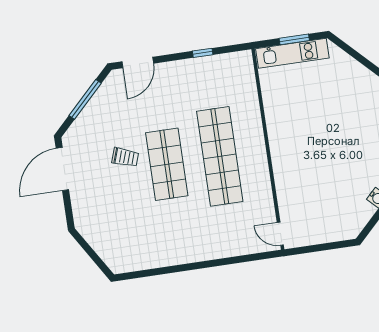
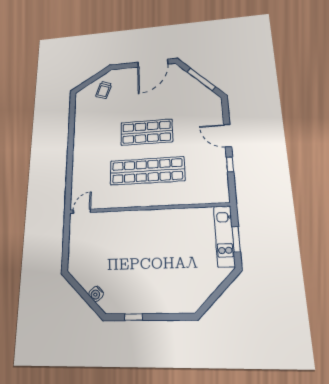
door: (138, 62) -> (228, 136), moved
trolley: (125, 157) -> (104, 90), moved
door: (62, 169) -> (153, 63), swing flipped

